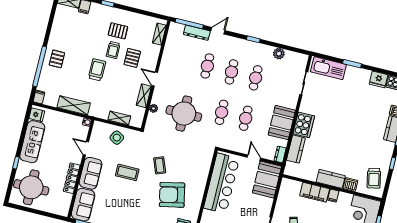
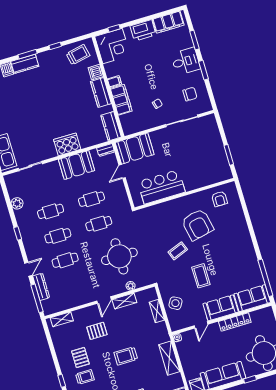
door: (218, 31) -> (28, 269), swing flipped
trolley: (113, 50) -> (85, 377), moved
kitchen counter: (296, 149) -> (111, 126), moved, turned -90
bar counter: (222, 183) -> (161, 187), width x0.73

